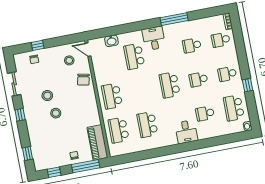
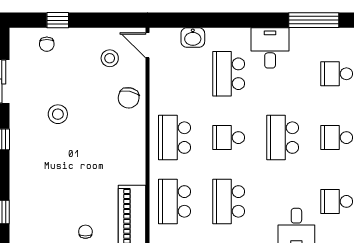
school desk: (141, 91) -> (229, 138), added
stool: (56, 113) -> (67, 149), removed

